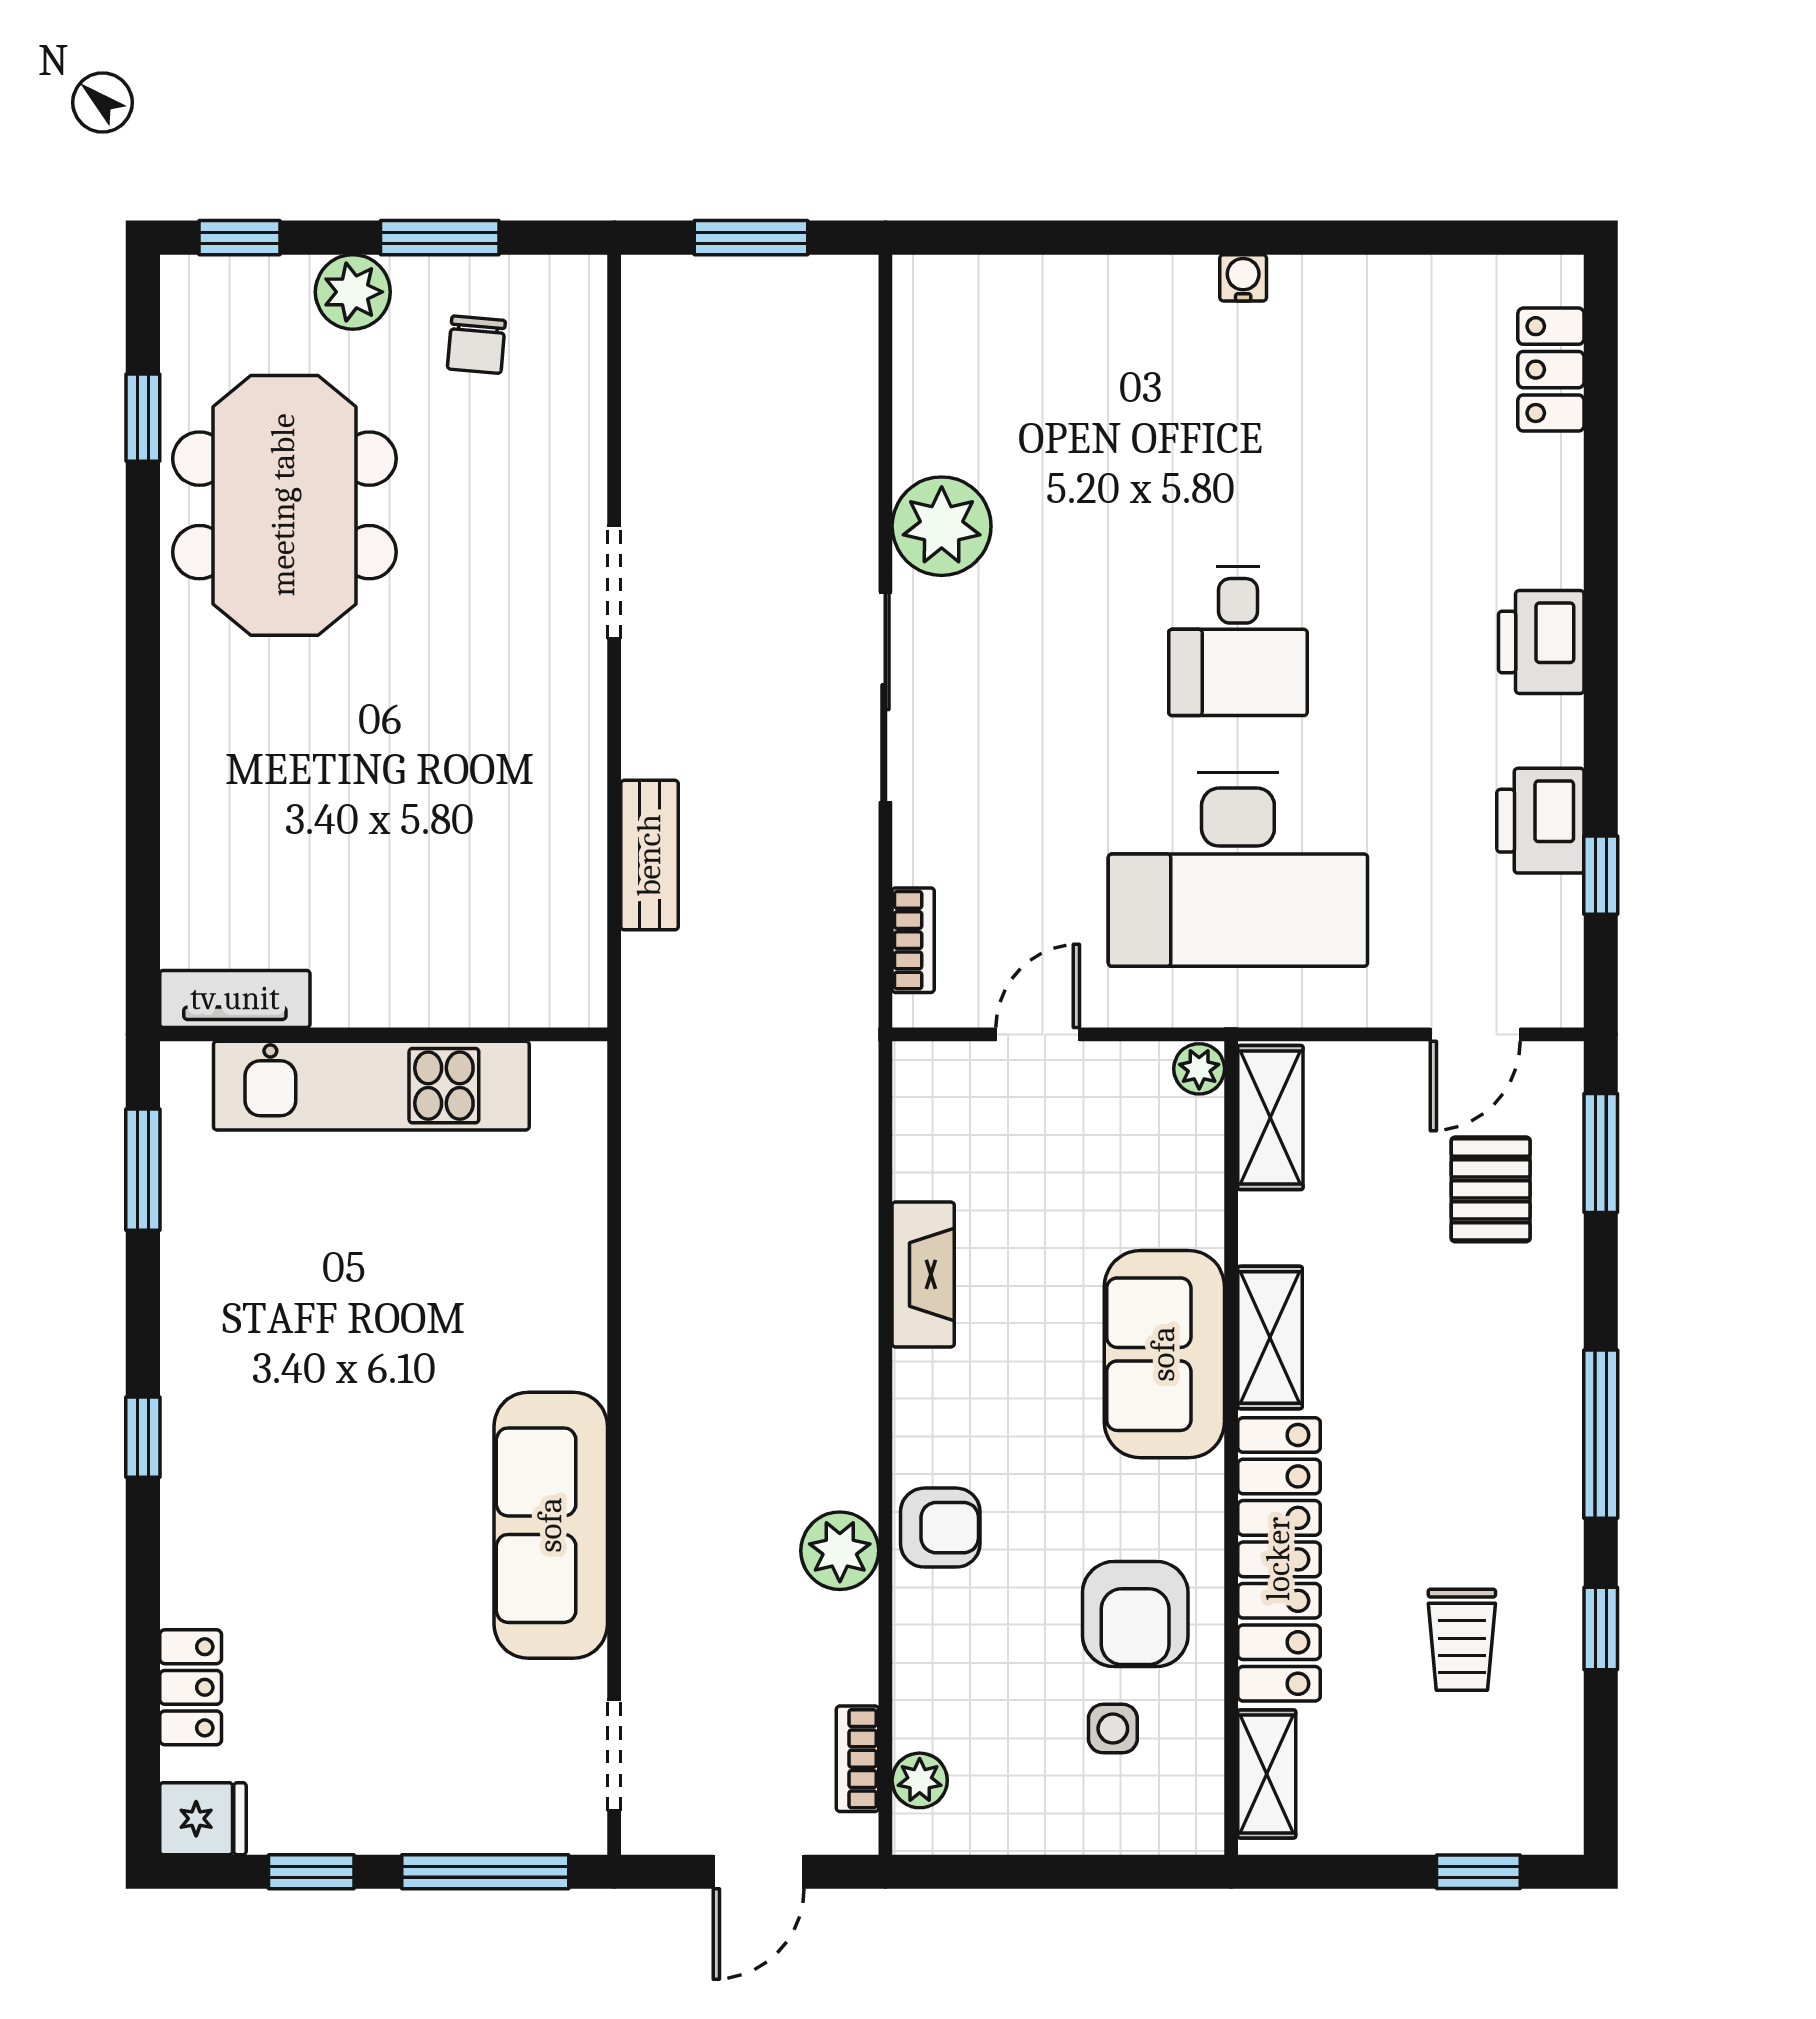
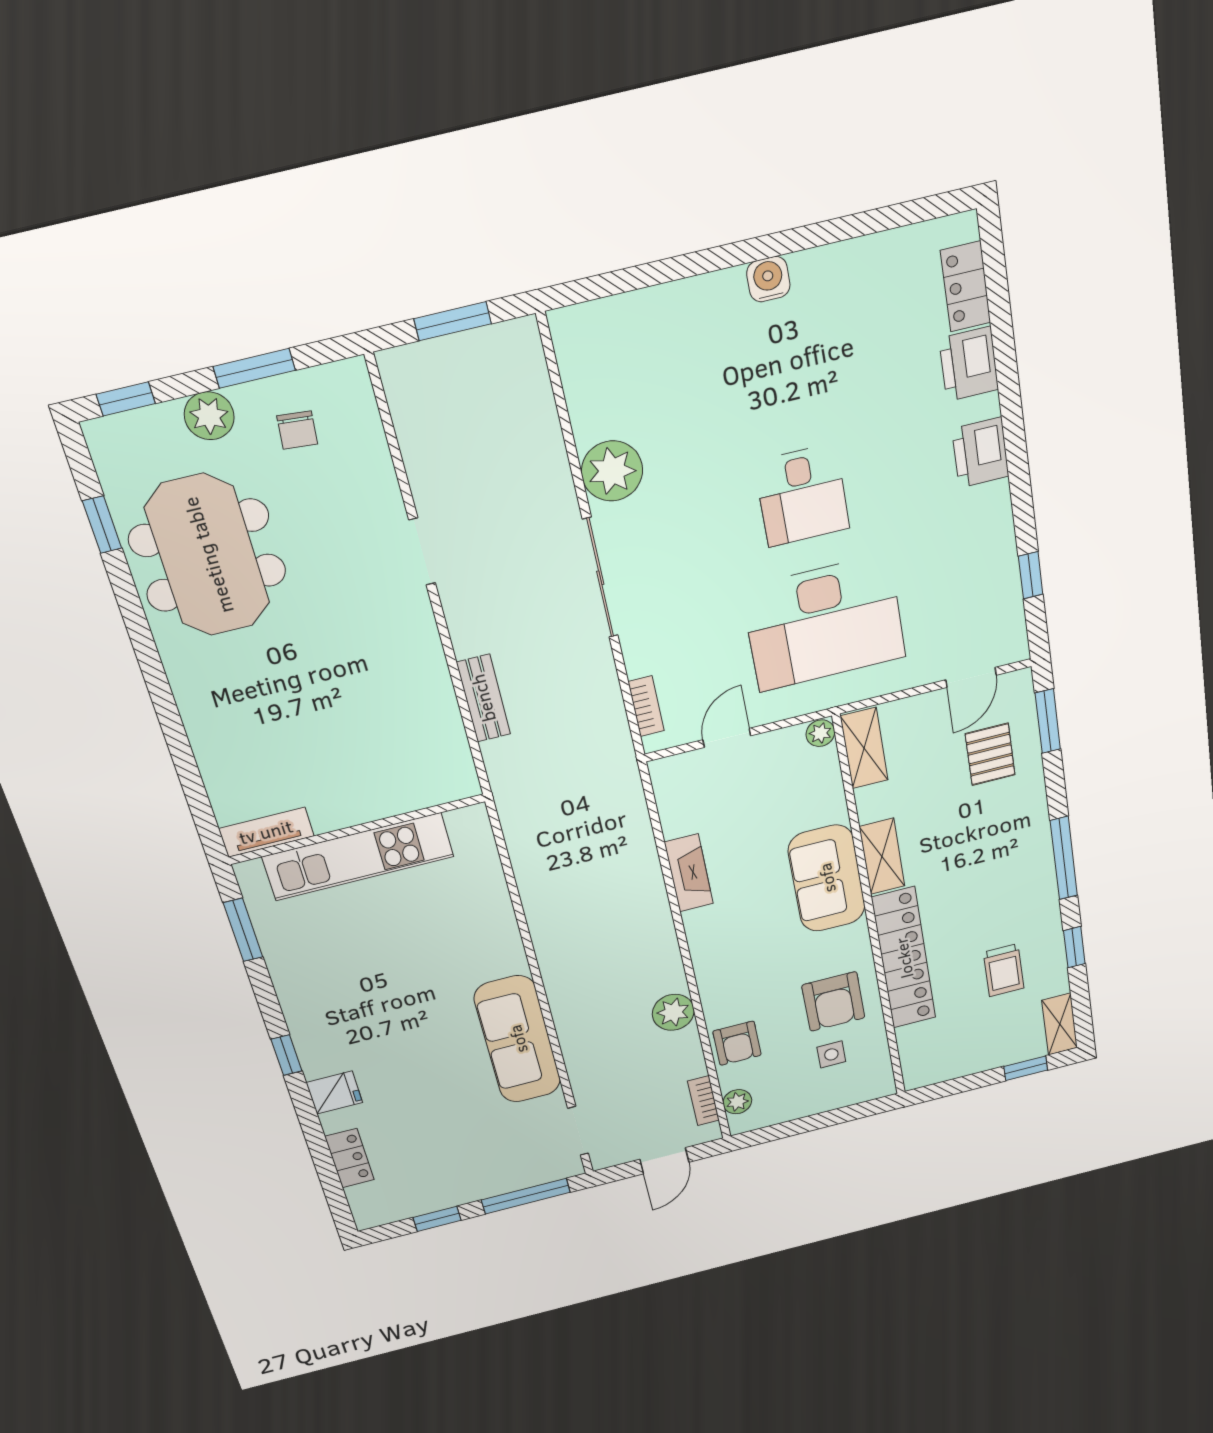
water cooler: (1243, 278) -> (768, 279), width x1.38, depth x1.38
printer: (1540, 821) -> (969, 364), moved
armchair: (940, 1528) -> (737, 1043), moved, turned 90
shelving: (1267, 1774) -> (1060, 1024), moved
fridge: (203, 1819) -> (334, 1092), moved

